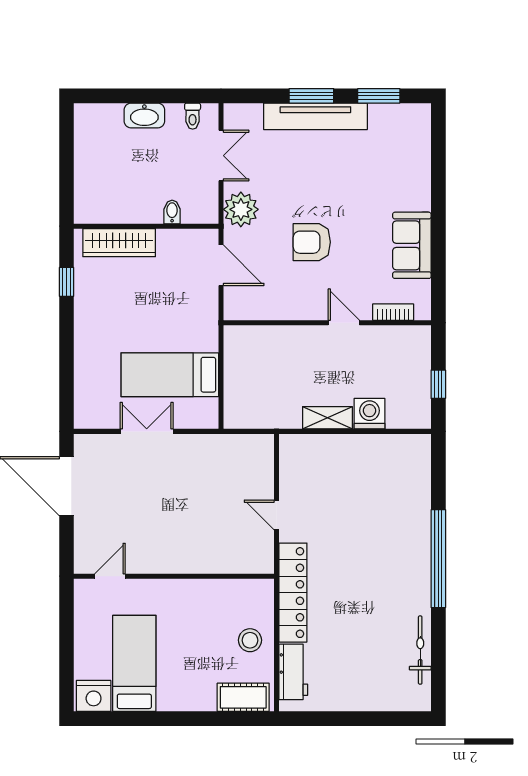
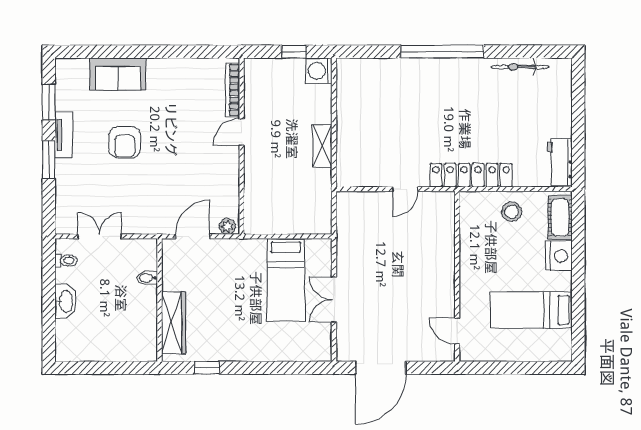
tv unit: (315, 116) -> (64, 135), width x0.52, depth x0.78
plant: (241, 209) -> (227, 226), moved, width x0.53, depth x0.53
armchair: (312, 242) -> (125, 142), moved
sofa: (412, 245) -> (118, 74), moved
bookcase: (393, 312) -> (233, 90), width x1.56
washing machine: (370, 414) -> (319, 71), moved
workbench: (293, 672) -> (560, 162), moved, turned -90
nightstand: (94, 696) -> (559, 256), moved

